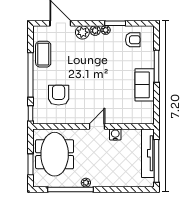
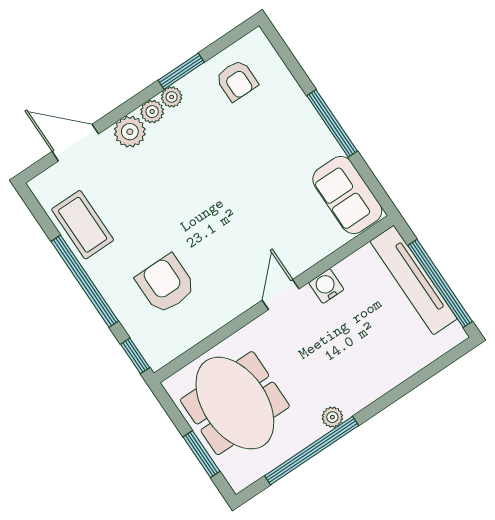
armchair: (133, 40) -> (237, 80), turned 90
window: (156, 66) -> (332, 123), moved
sofa: (145, 85) -> (347, 195), moved

